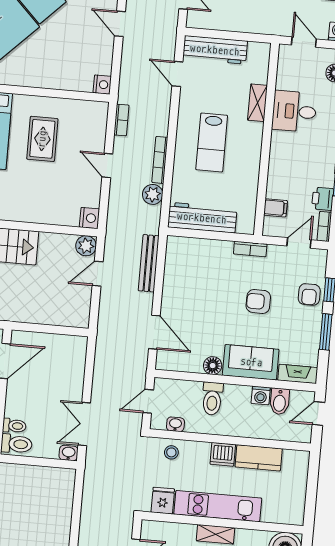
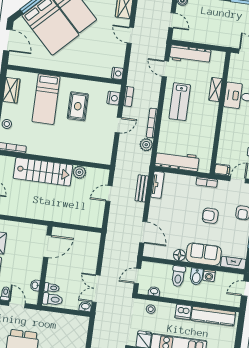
lab bench: (212, 143) -> (180, 102), moved
door: (107, 165) -> (118, 125), swing flipped
filing cabinet: (275, 208) -> (222, 170), moved
nightstand: (89, 218) -> (113, 98), moved
plant: (86, 246) -> (79, 172), moved
tv unit: (173, 257) -> (157, 185), added
bench: (149, 263) -> (142, 188), width x0.73
bidet: (280, 401) -> (196, 277), moved
kitchen counter: (259, 458) -> (213, 316), width x1.50

